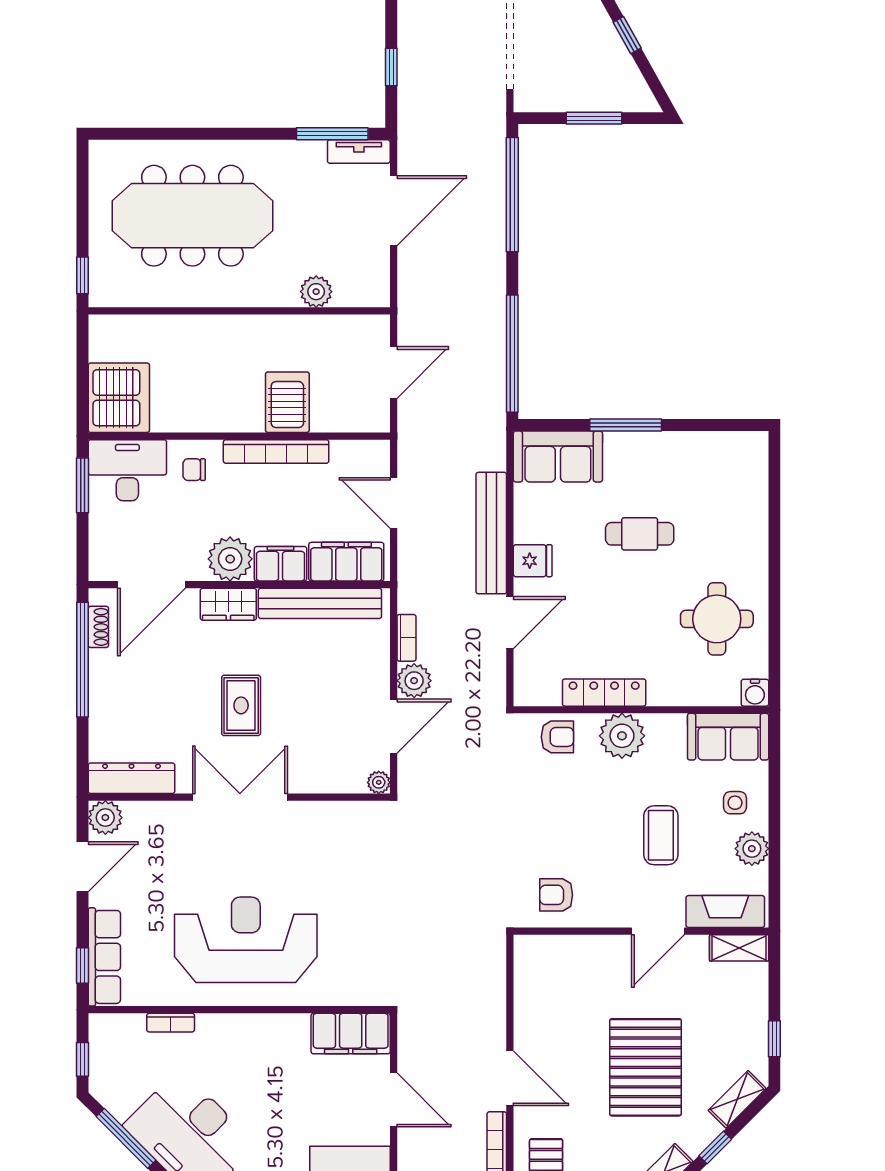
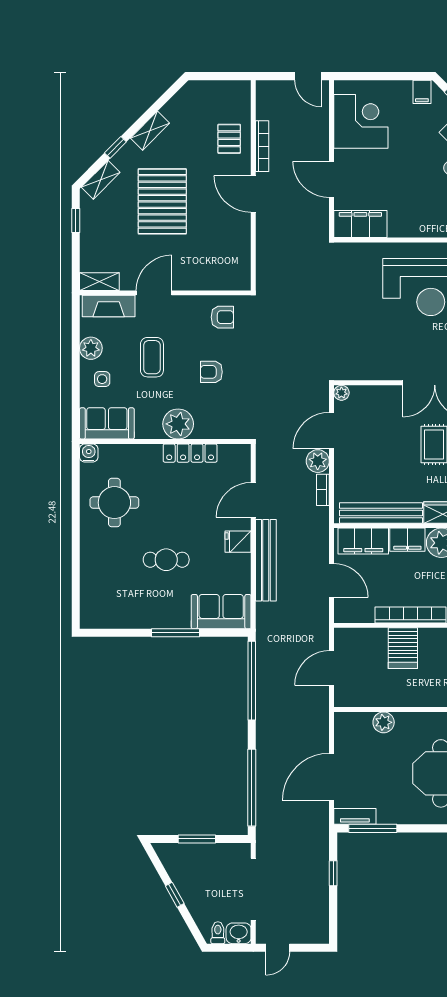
armchair: (557, 737) -> (211, 372), moved

